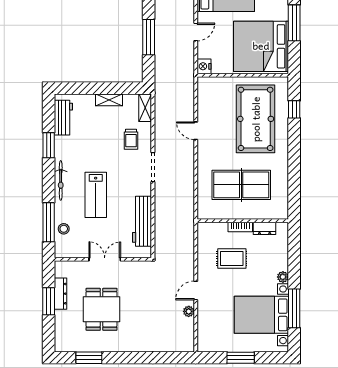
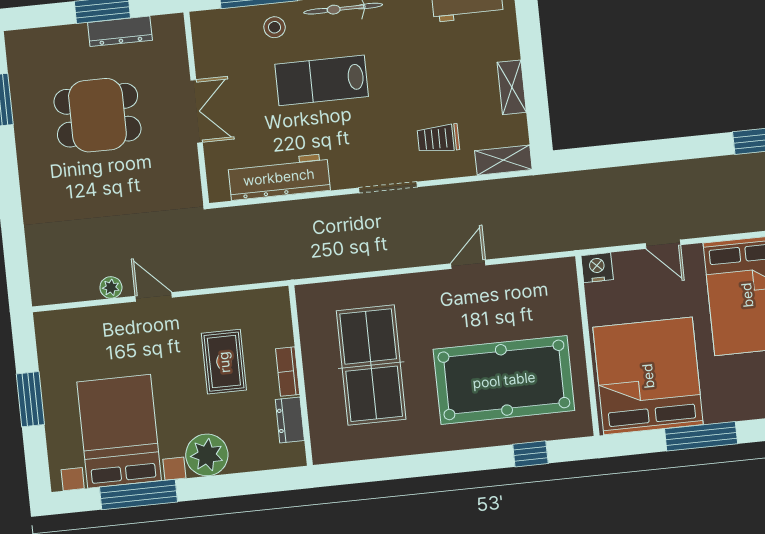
window: (149, 37) -> (643, 152), removed
stool: (64, 229) -> (275, 27), moved
plant: (283, 277) -> (207, 455), width x1.88, depth x1.88

